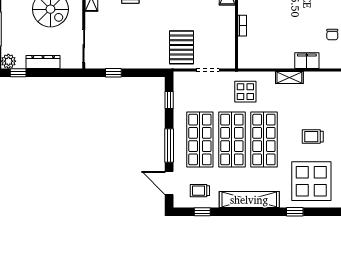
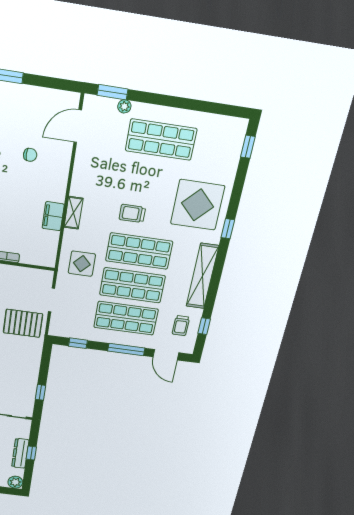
filing cabinet: (307, 61) -> (53, 216), moved
window: (18, 73) -> (31, 453), moved
trolley: (313, 137) -> (132, 213), moved, turned 90
door: (169, 183) -> (166, 355), hinge flipped

